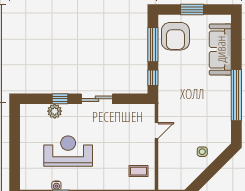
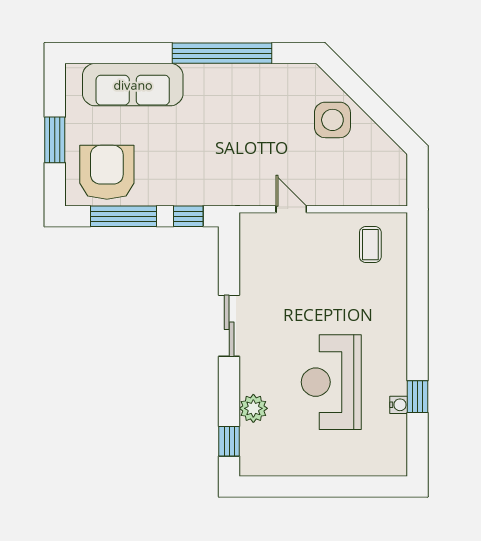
armchair: (175, 36) -> (107, 172), turned -90
window: (60, 99) -> (229, 441), moved
side table: (202, 152) -> (332, 120), width x1.87, depth x1.87

